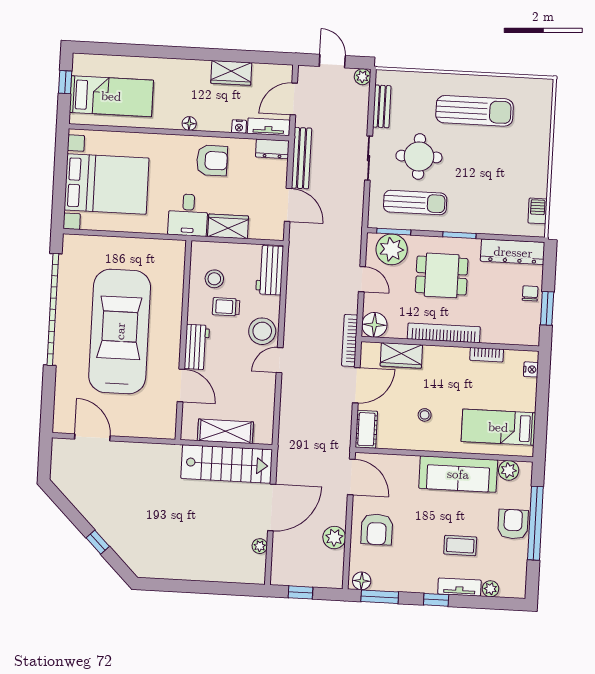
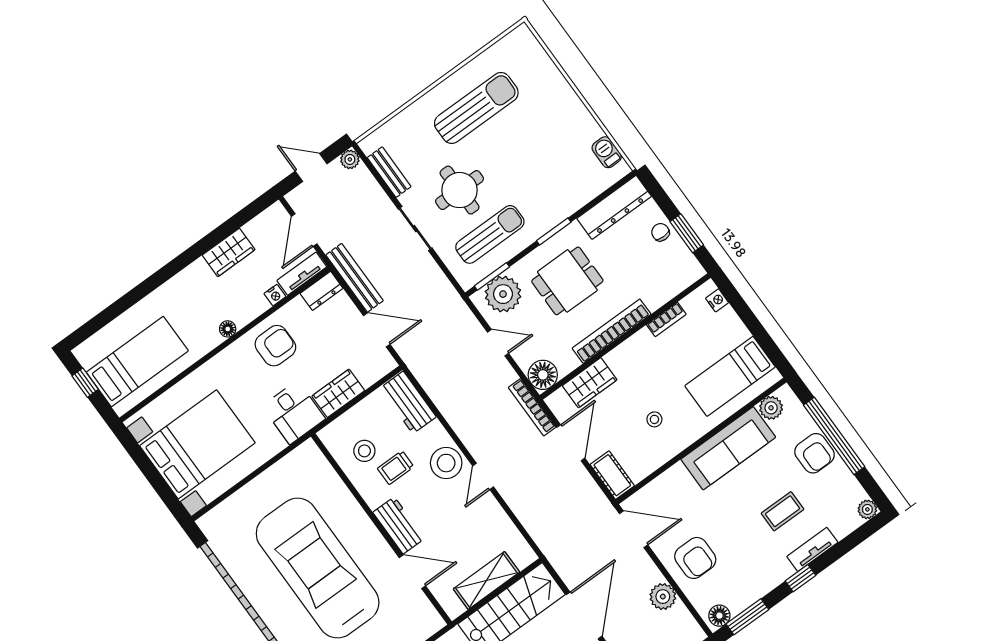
armchair: (513, 524) -> (815, 453), turned 180
plant: (490, 589) -> (867, 509), moved

